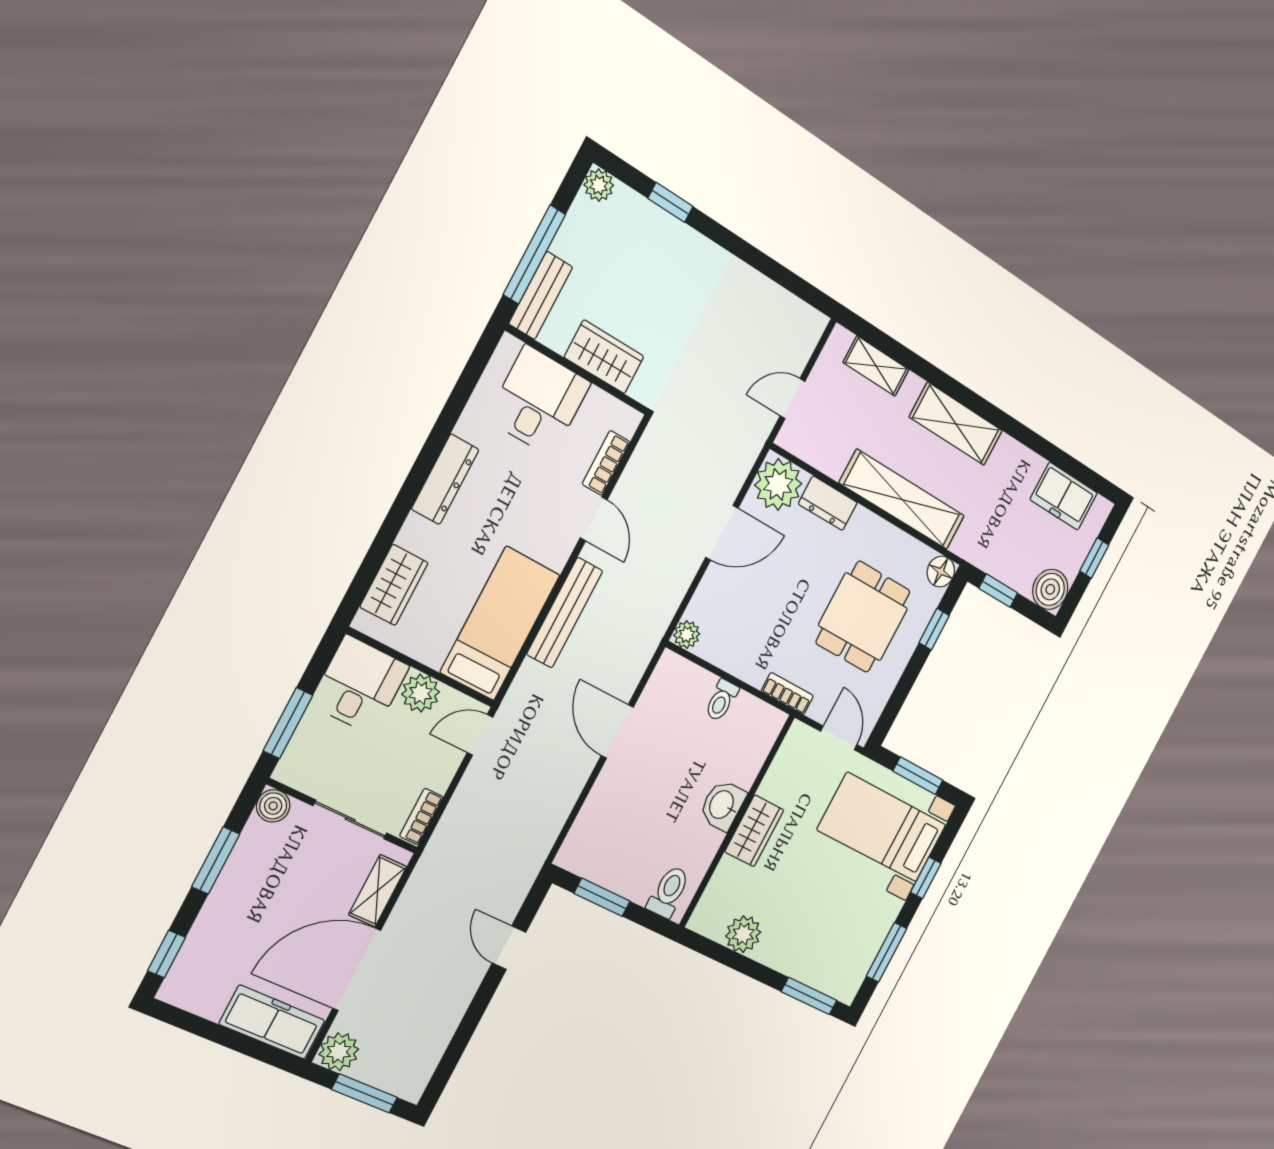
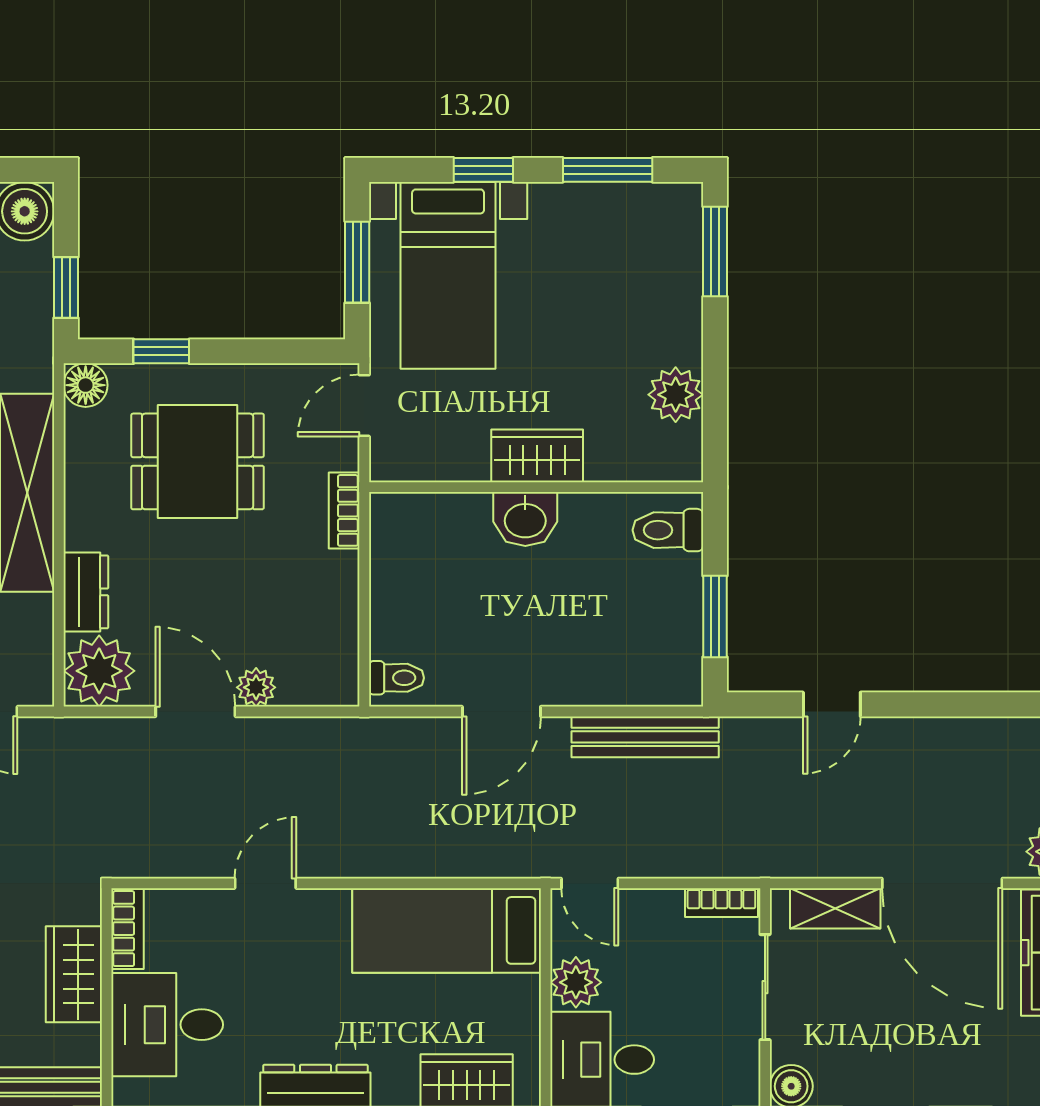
bookcase: (606, 463) -> (128, 929), moved, turned -90
bench: (565, 613) -> (645, 737), moved
plant: (687, 635) -> (256, 687), moved
toilet: (721, 700) -> (396, 678), moved

